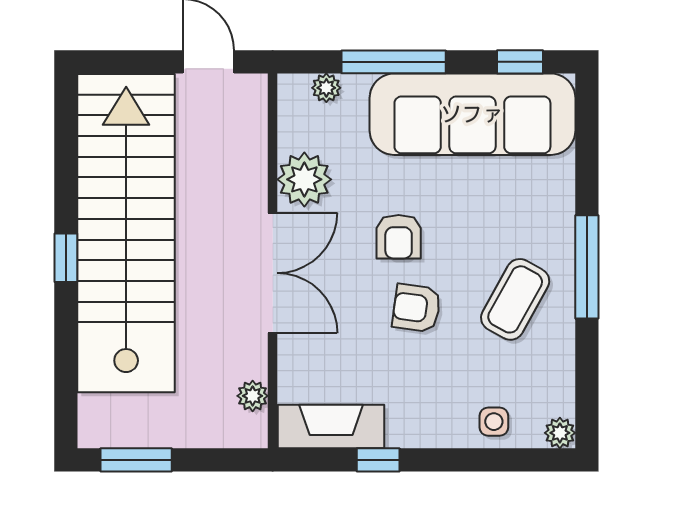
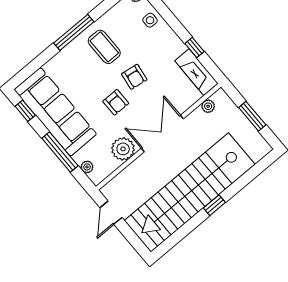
armchair: (399, 237) -> (116, 102), turned 90
coffee table: (515, 299) -> (104, 47), turned 61
window: (136, 460) -> (252, 116), moved

